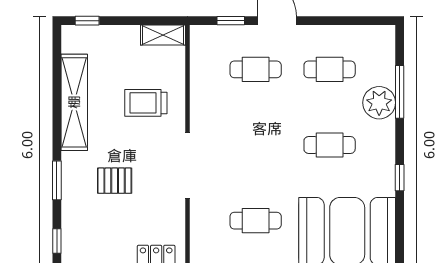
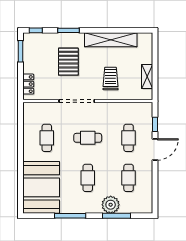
window: (87, 21) -> (155, 47), removed
shelving: (163, 35) -> (147, 77), moved
cafe table: (256, 145) -> (88, 138), added
window: (400, 178) -> (70, 216), width x2.17
pallet: (115, 181) -> (68, 62), width x1.50, depth x1.42

